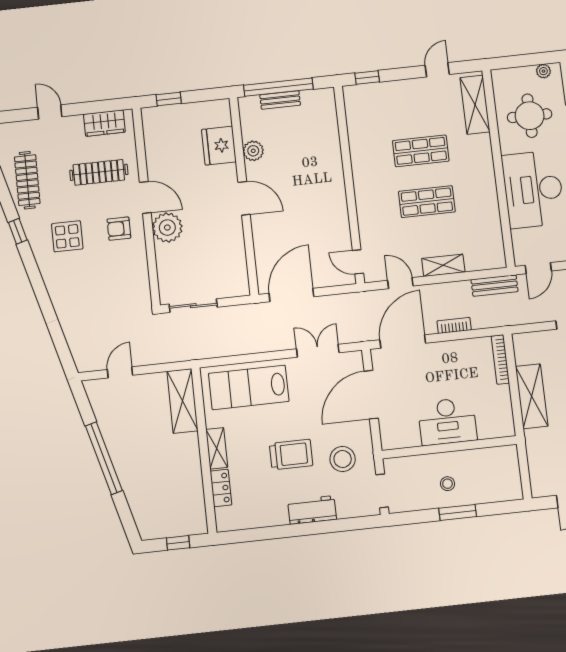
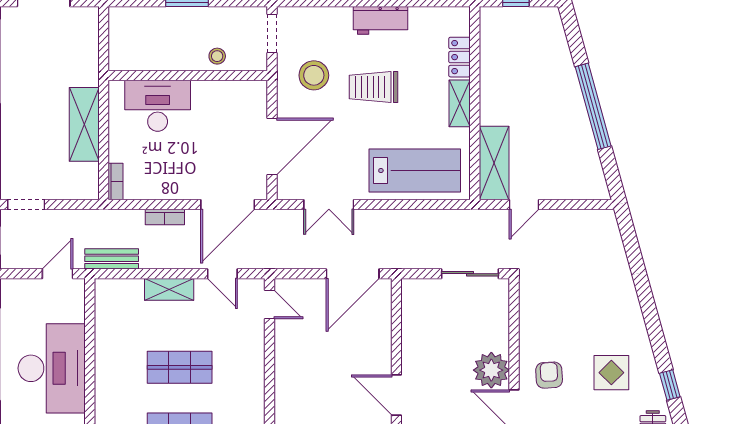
armchair: (119, 229) -> (549, 375), turned -93
bookcase: (500, 360) -> (116, 182), width x0.64
door: (120, 372) -> (524, 205), moved
desk: (447, 421) -> (158, 106), moved
stool: (448, 484) -> (217, 56), moved
workbench: (312, 510) -> (380, 20), moved

